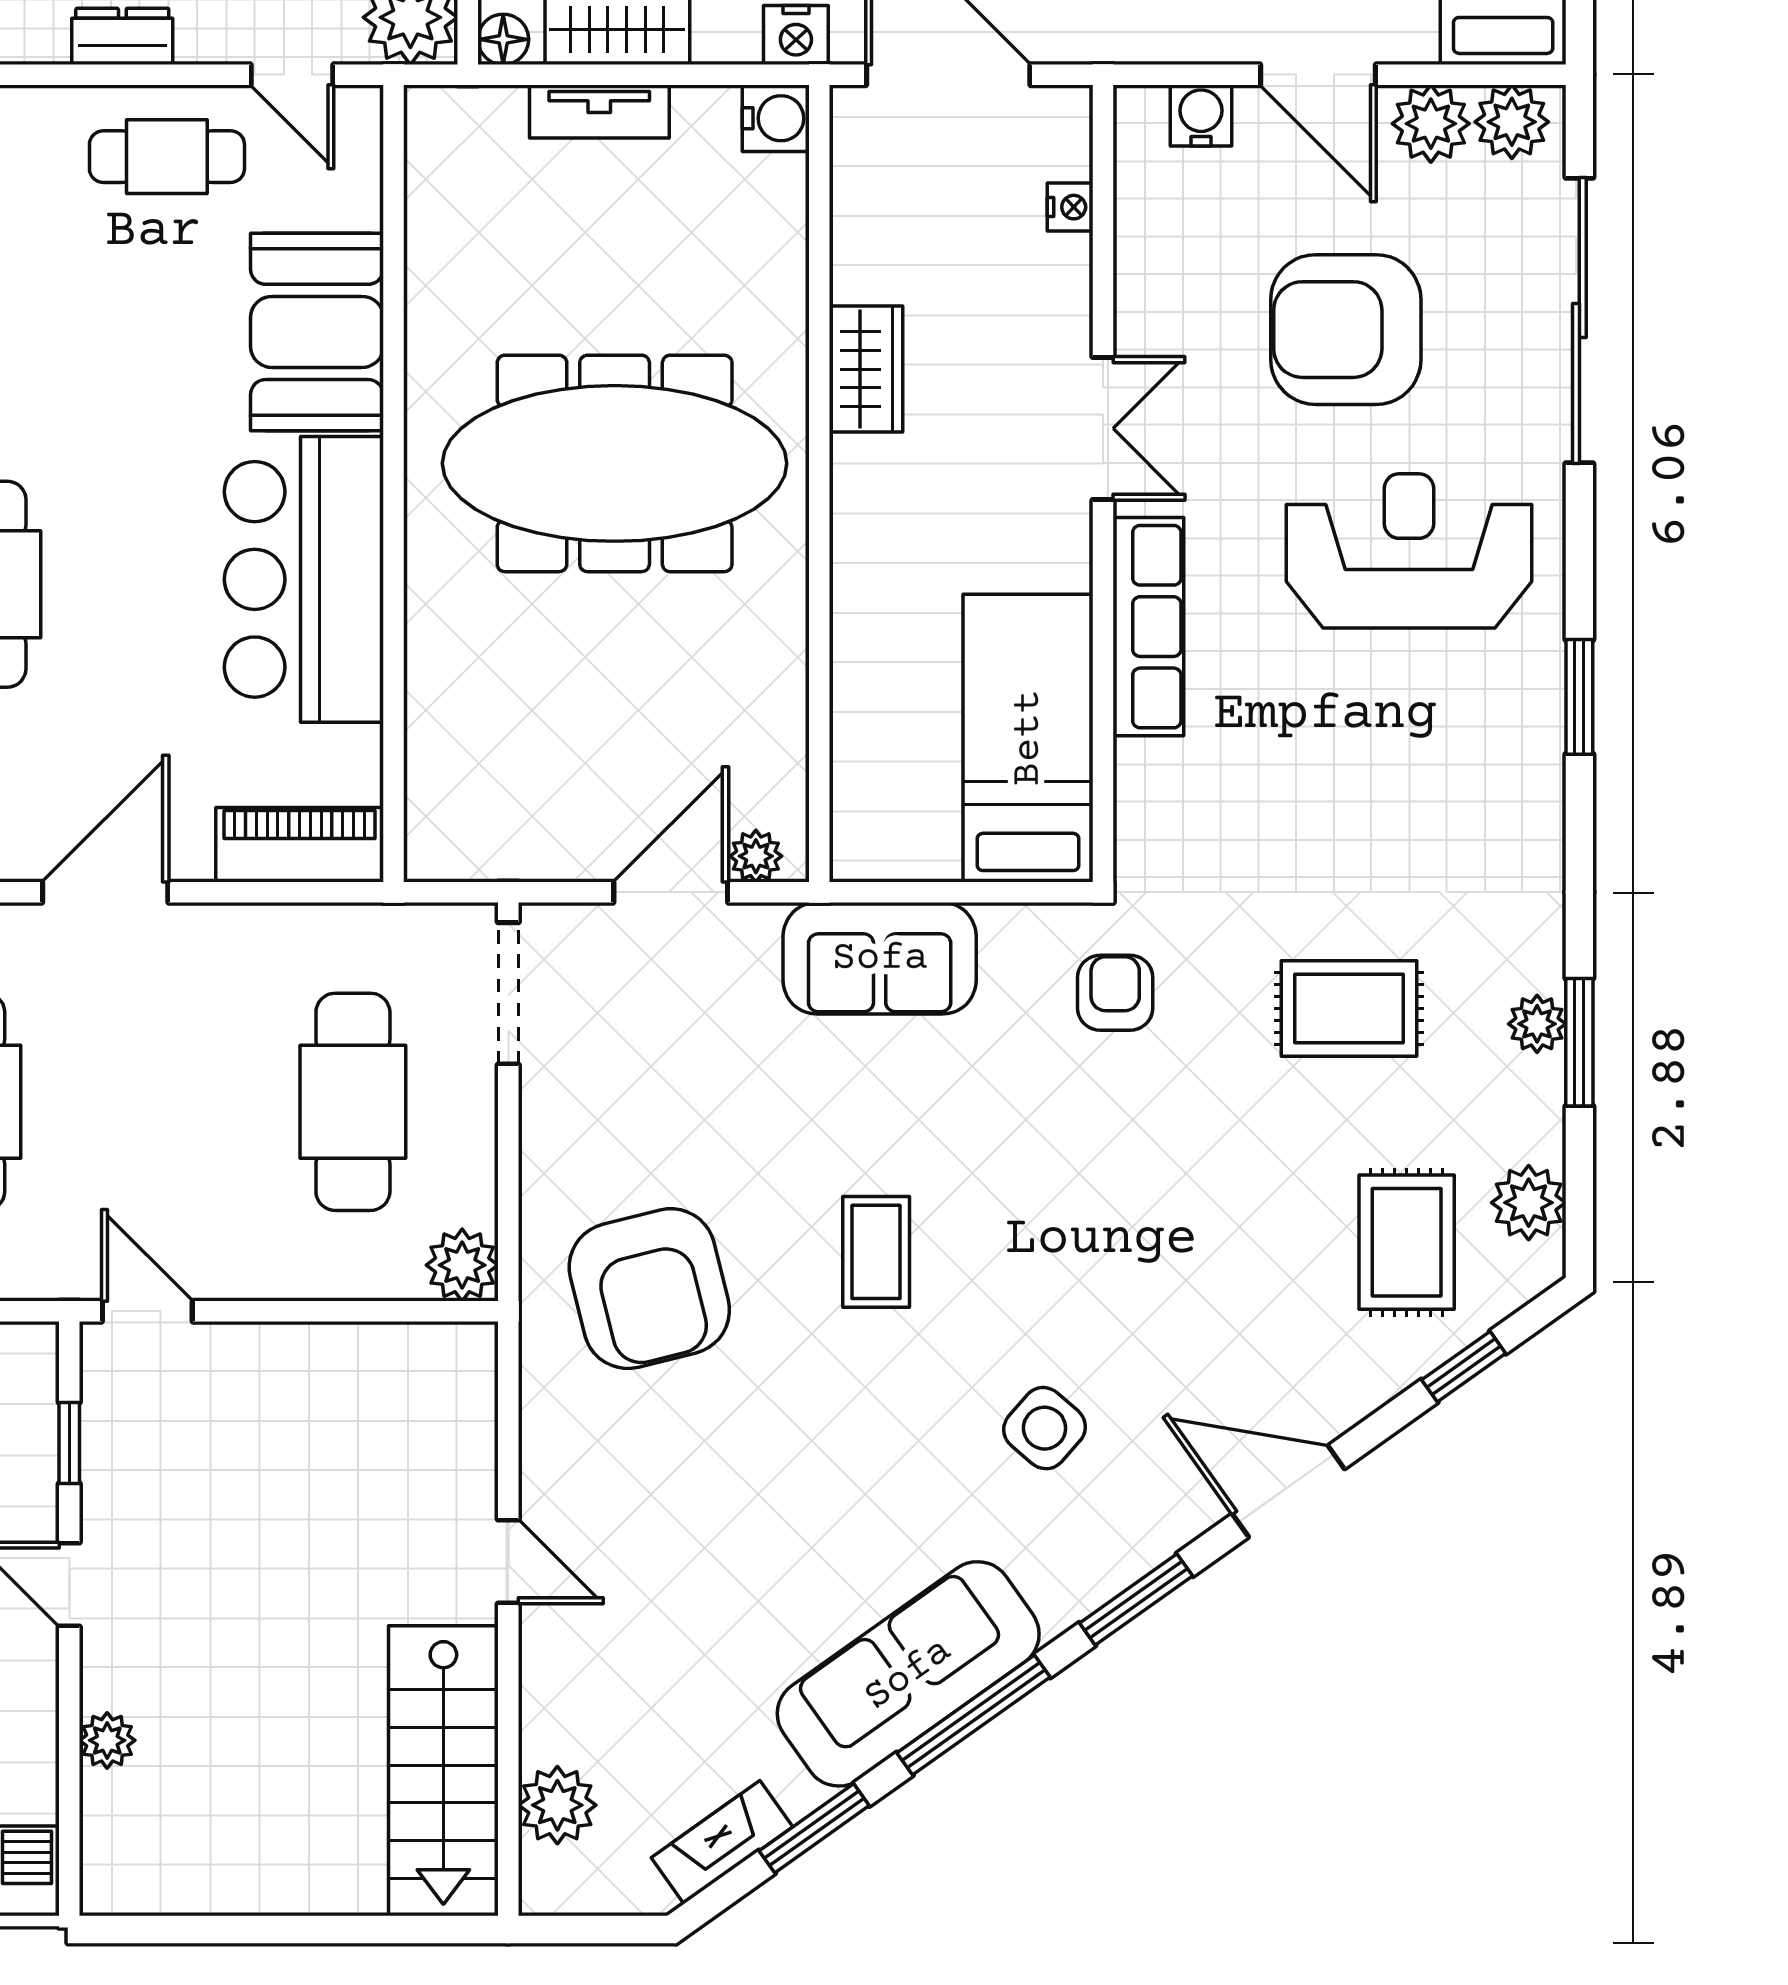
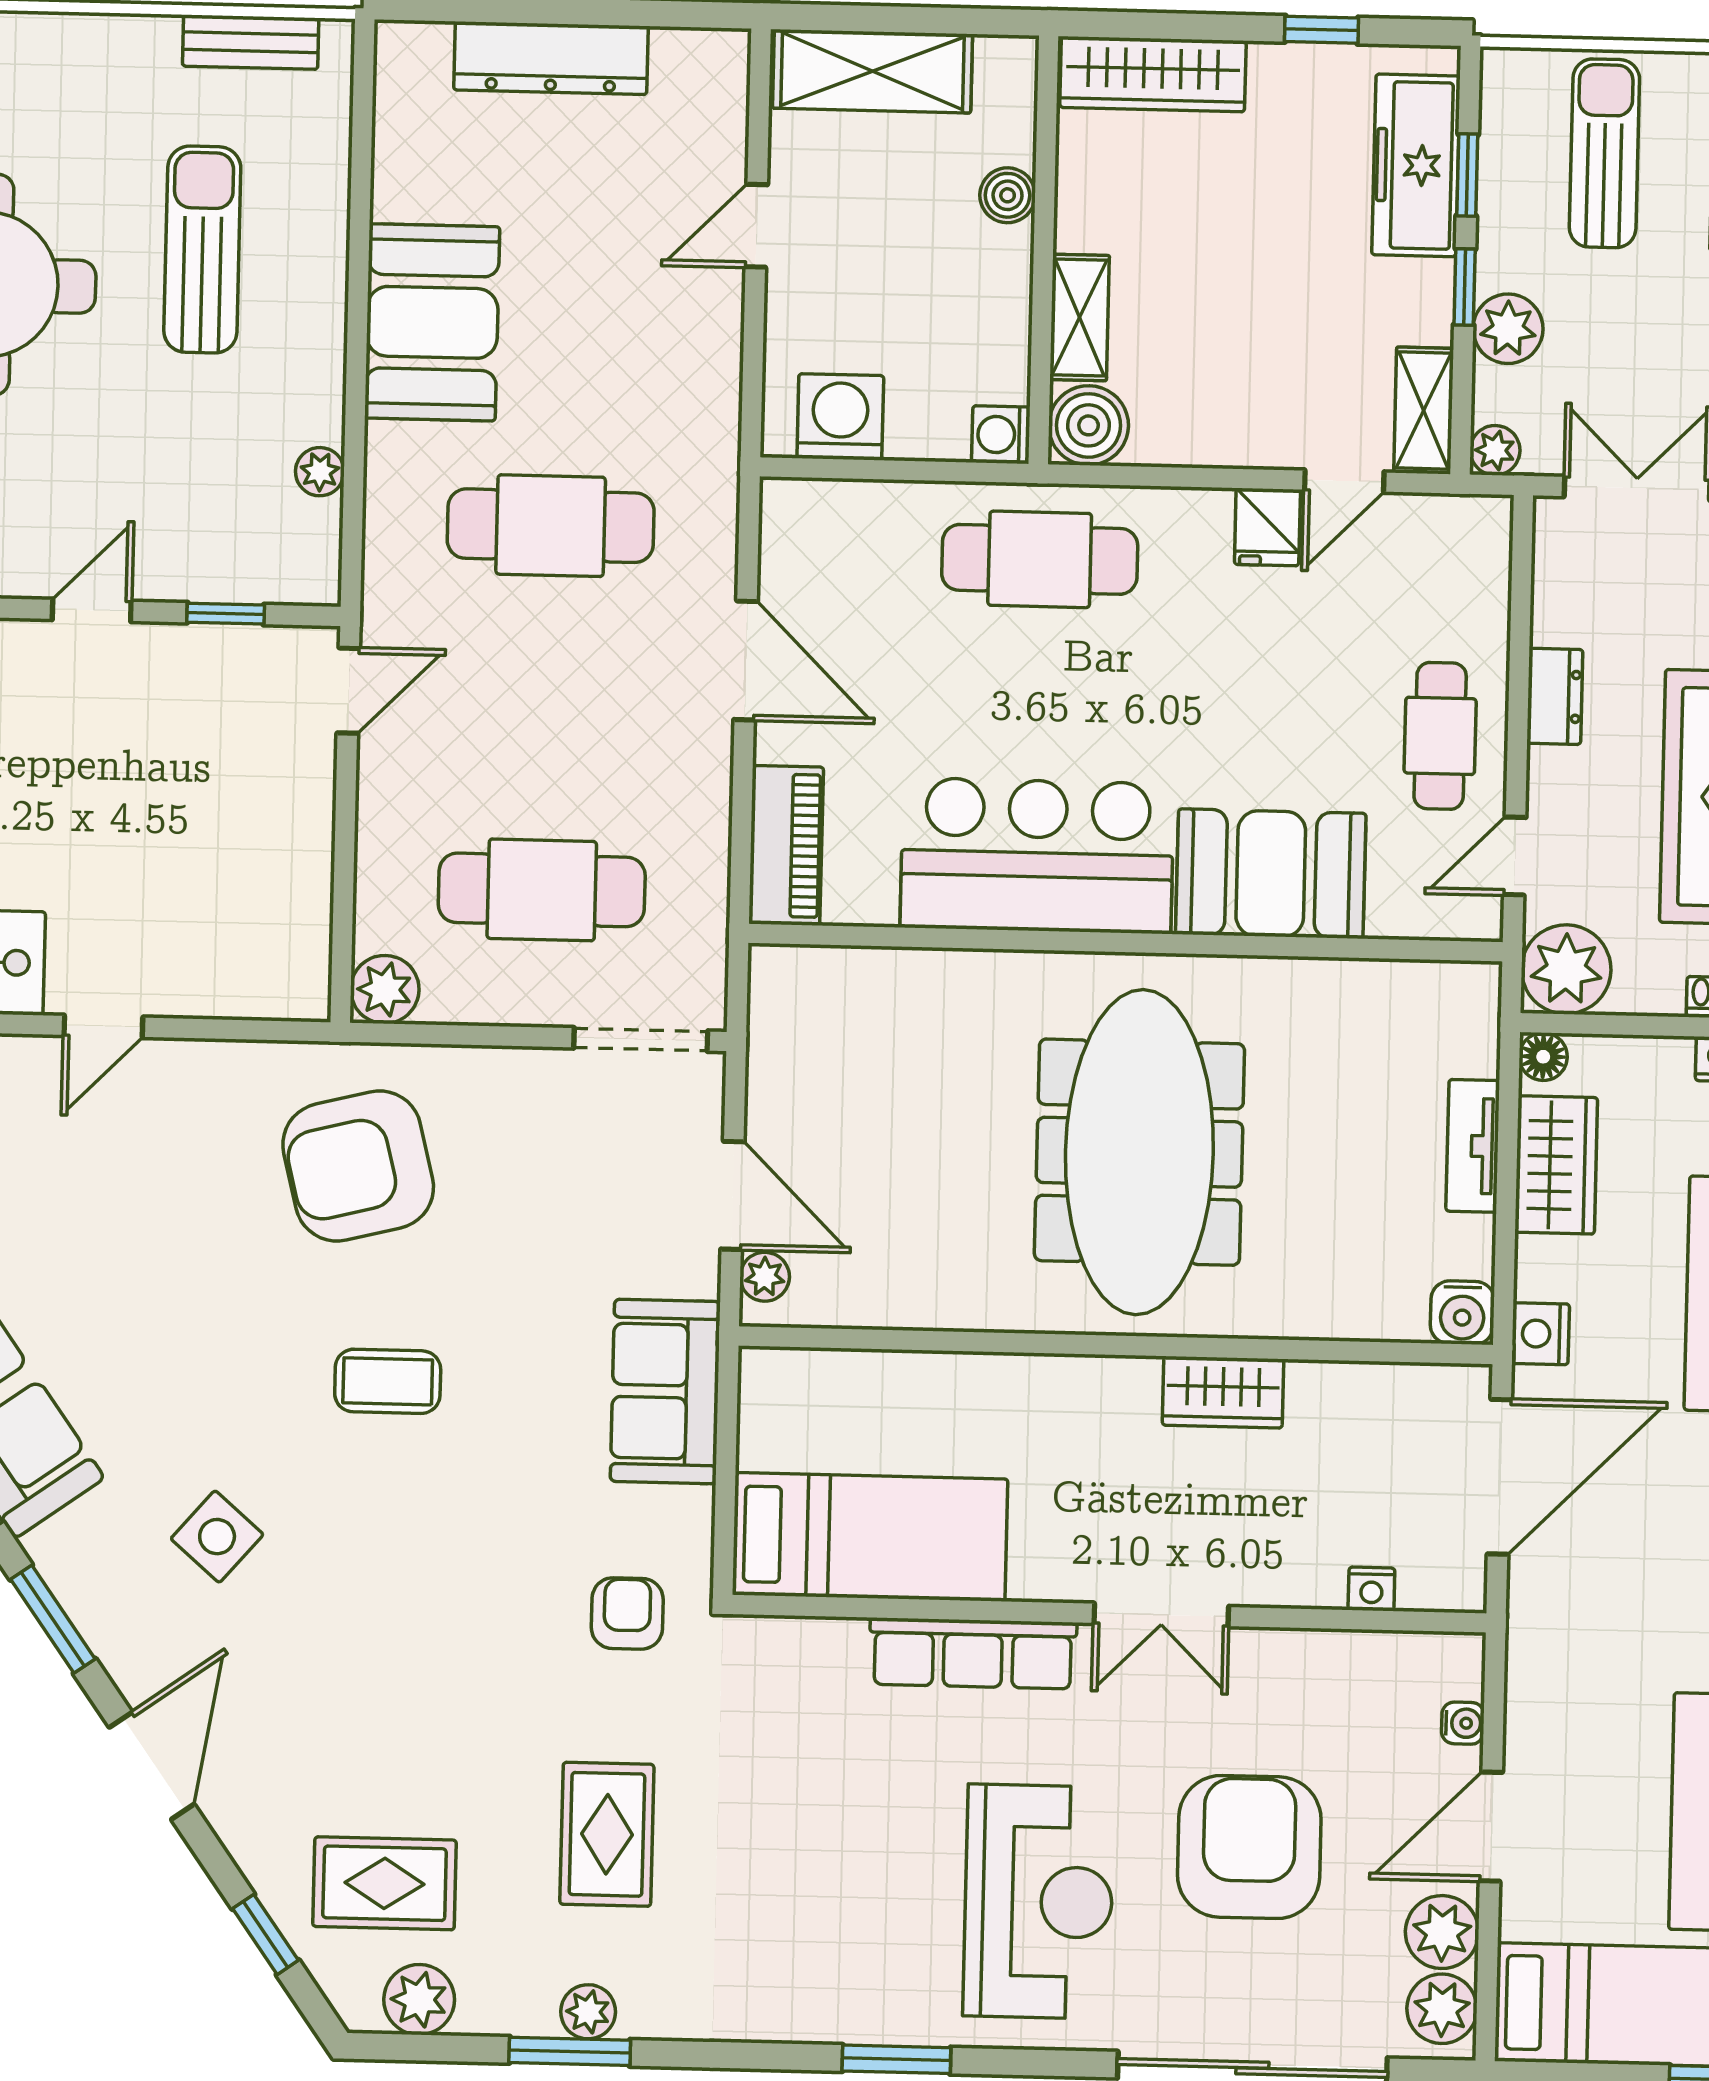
water cooler: (1201, 116) -> (1463, 1723), width x0.72, depth x0.72
armchair: (1115, 993) -> (627, 1613), turned -90

